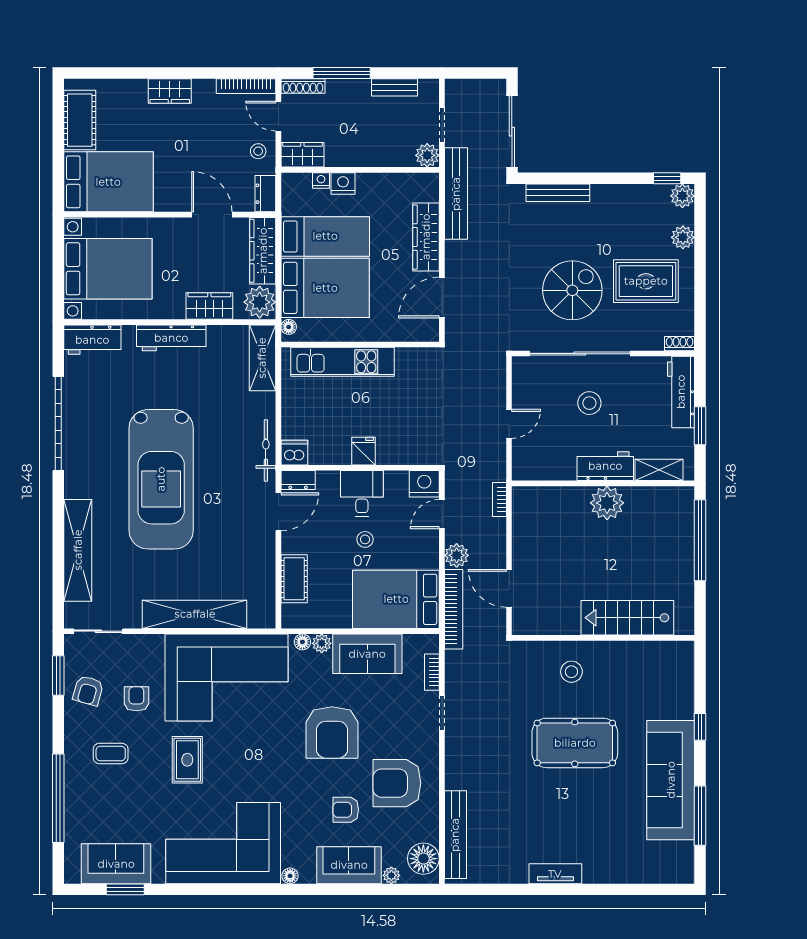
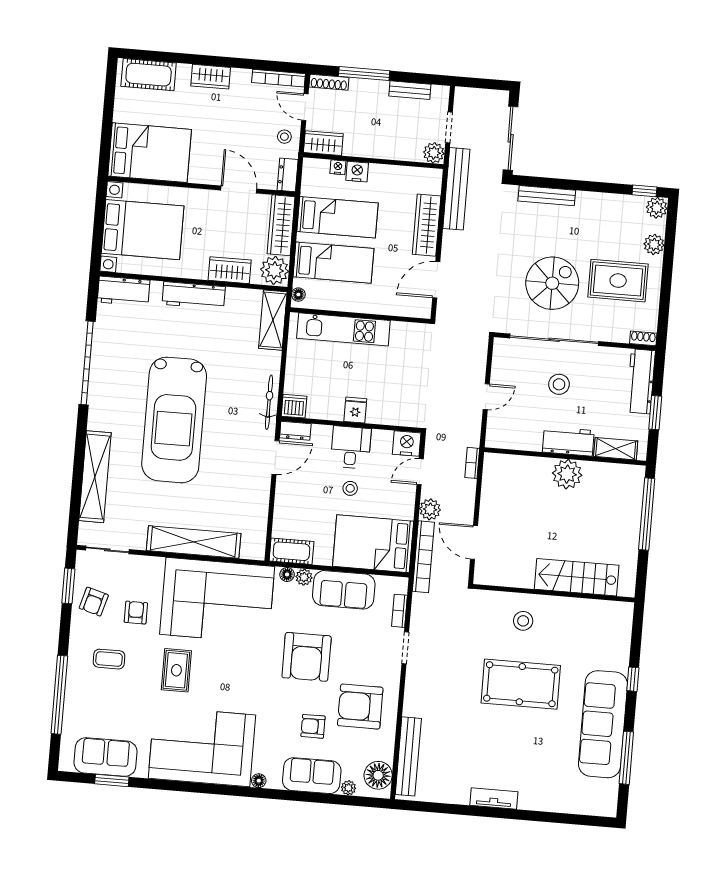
cot: (80, 120) -> (149, 75), moved, turned 90
bed: (325, 288) -> (333, 263), width x0.67
cot: (294, 579) -> (291, 551), moved, turned 90

